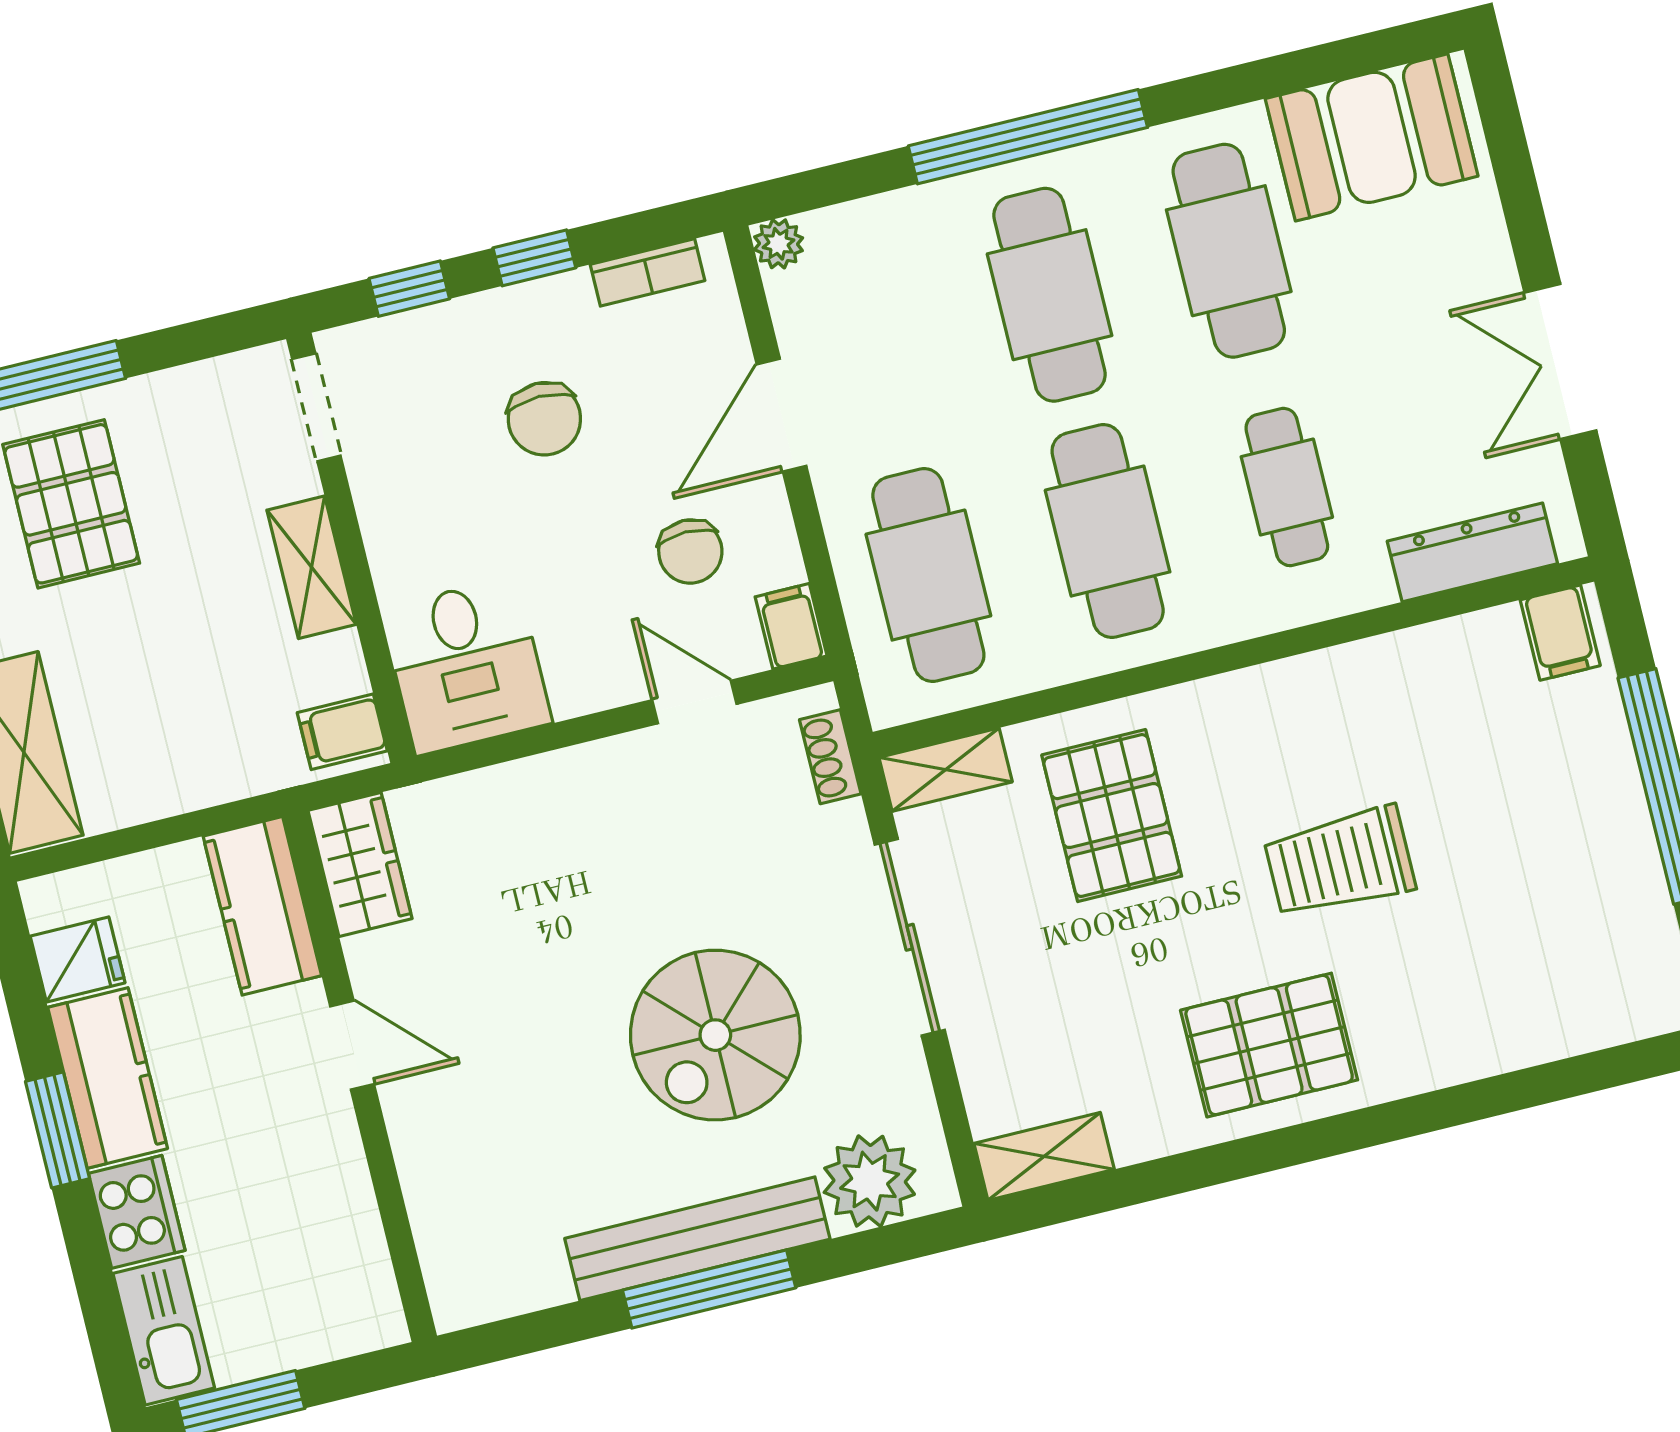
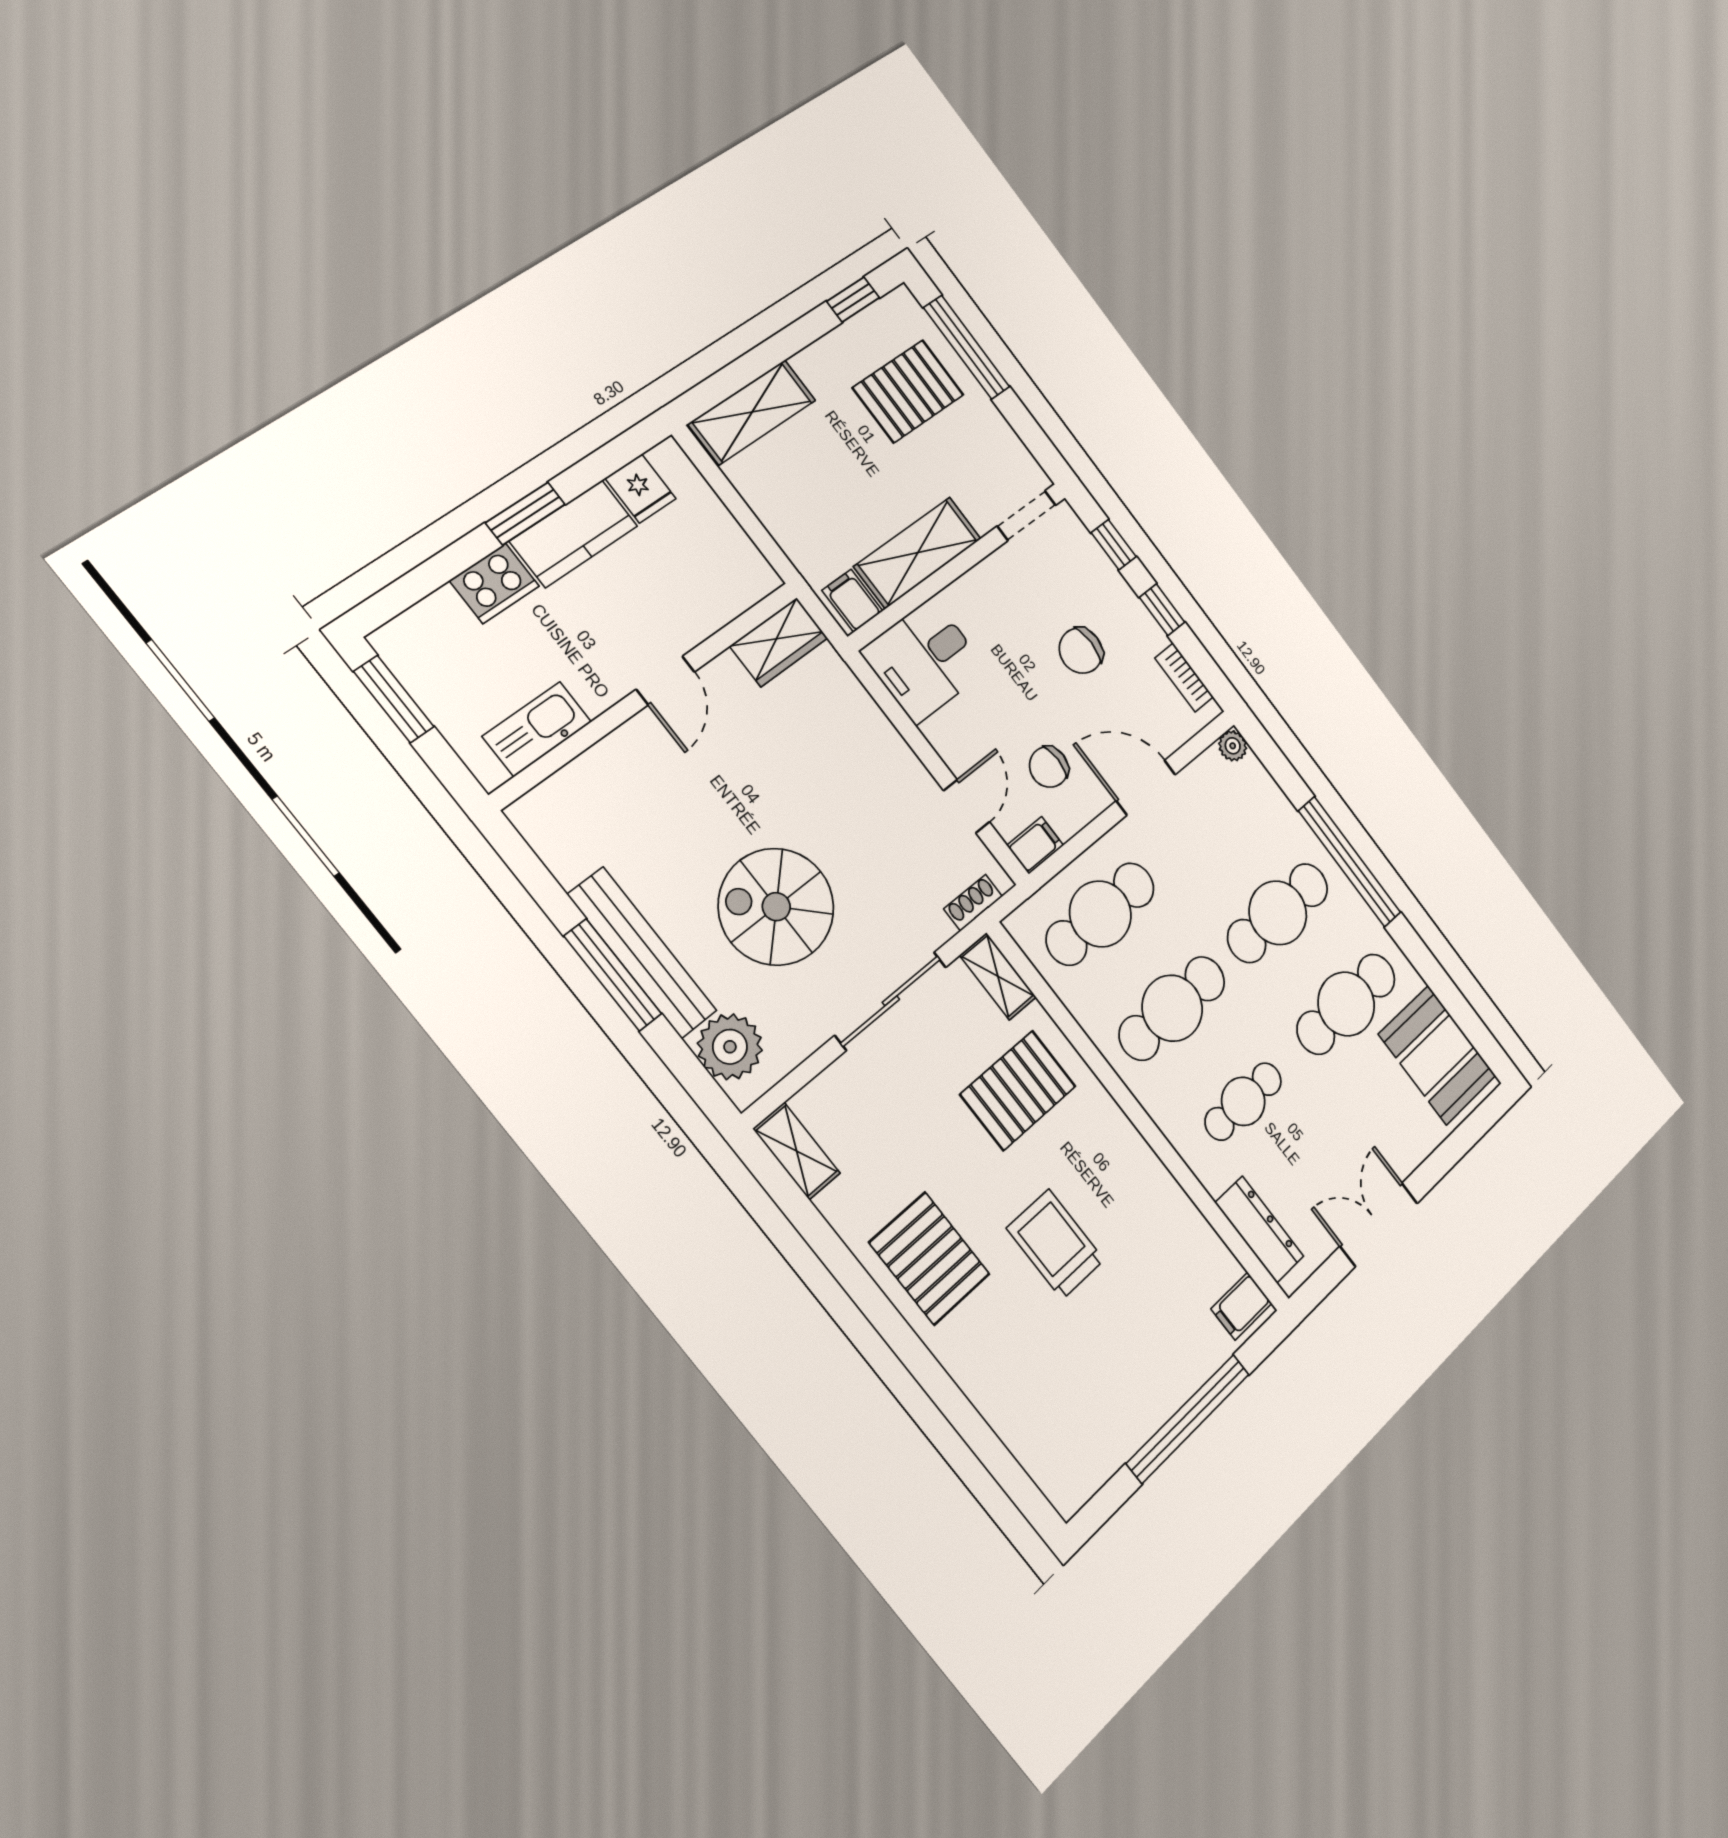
shelving: (312, 567) -> (918, 553), width x1.50, depth x1.33
kitchen counter: (262, 906) -> (726, 591), removed
kitchen sink: (164, 1331) -> (537, 729), moved, turned 180

